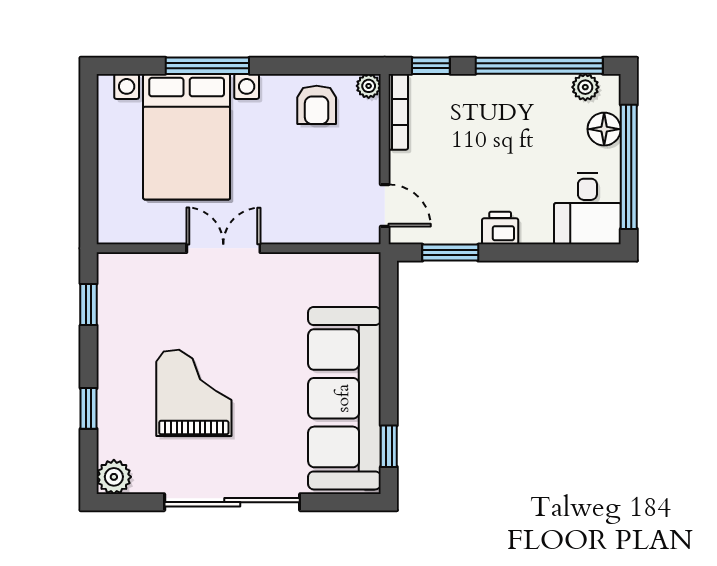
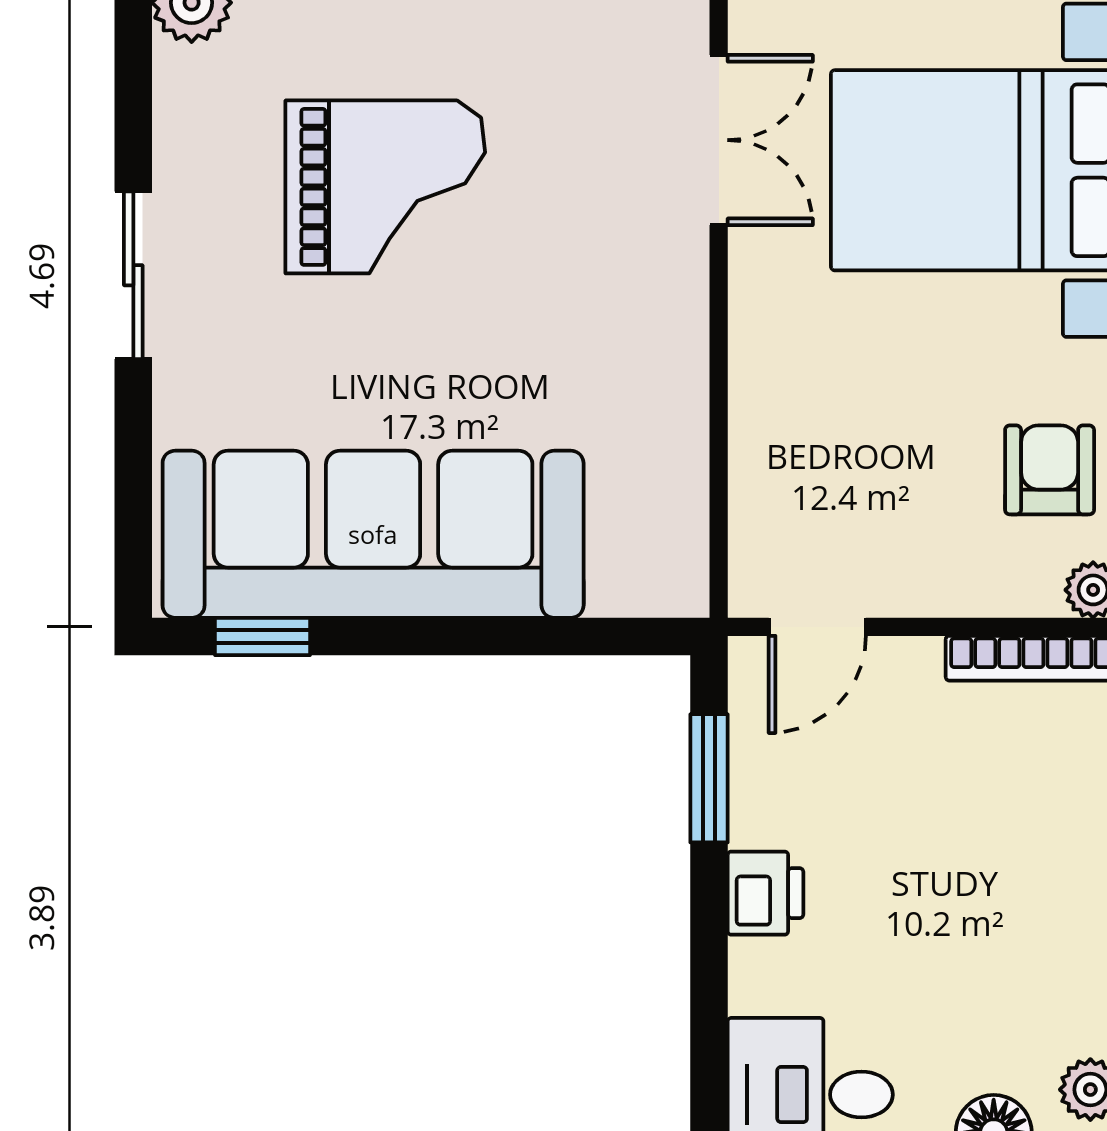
armchair: (317, 105) -> (1050, 470), turned 90
double door: (223, 248) -> (719, 140), moved
sliding door: (232, 502) -> (133, 275), width x0.54

